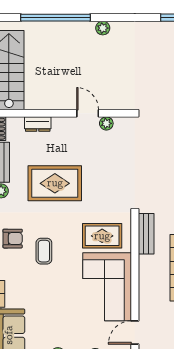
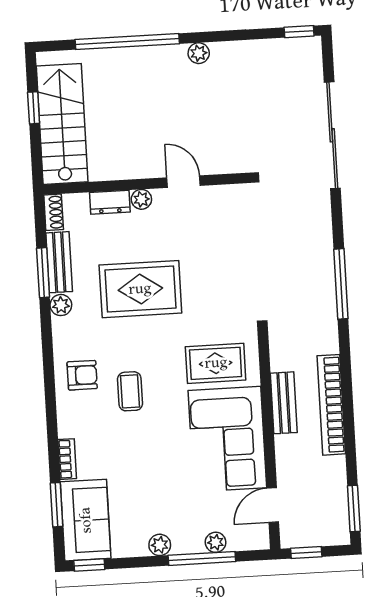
plant: (106, 123) -> (141, 199), moved
bench: (146, 234) -> (284, 403), moved

